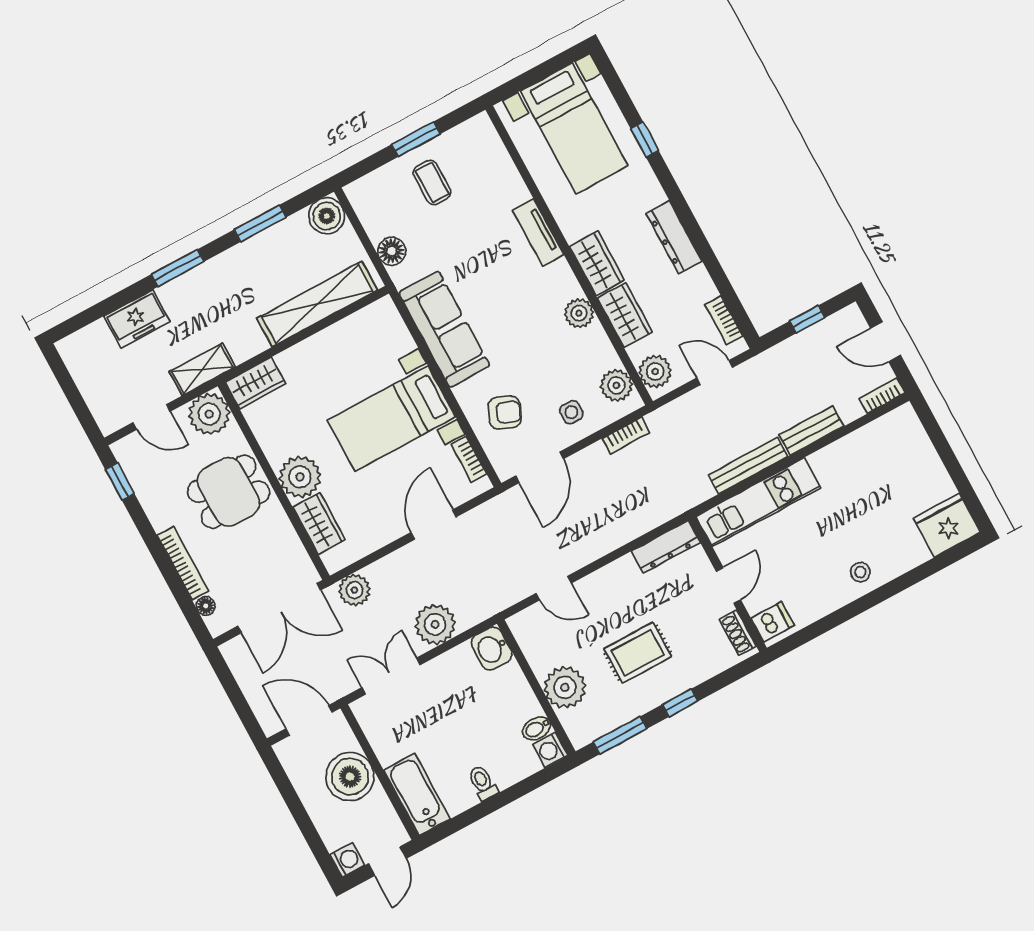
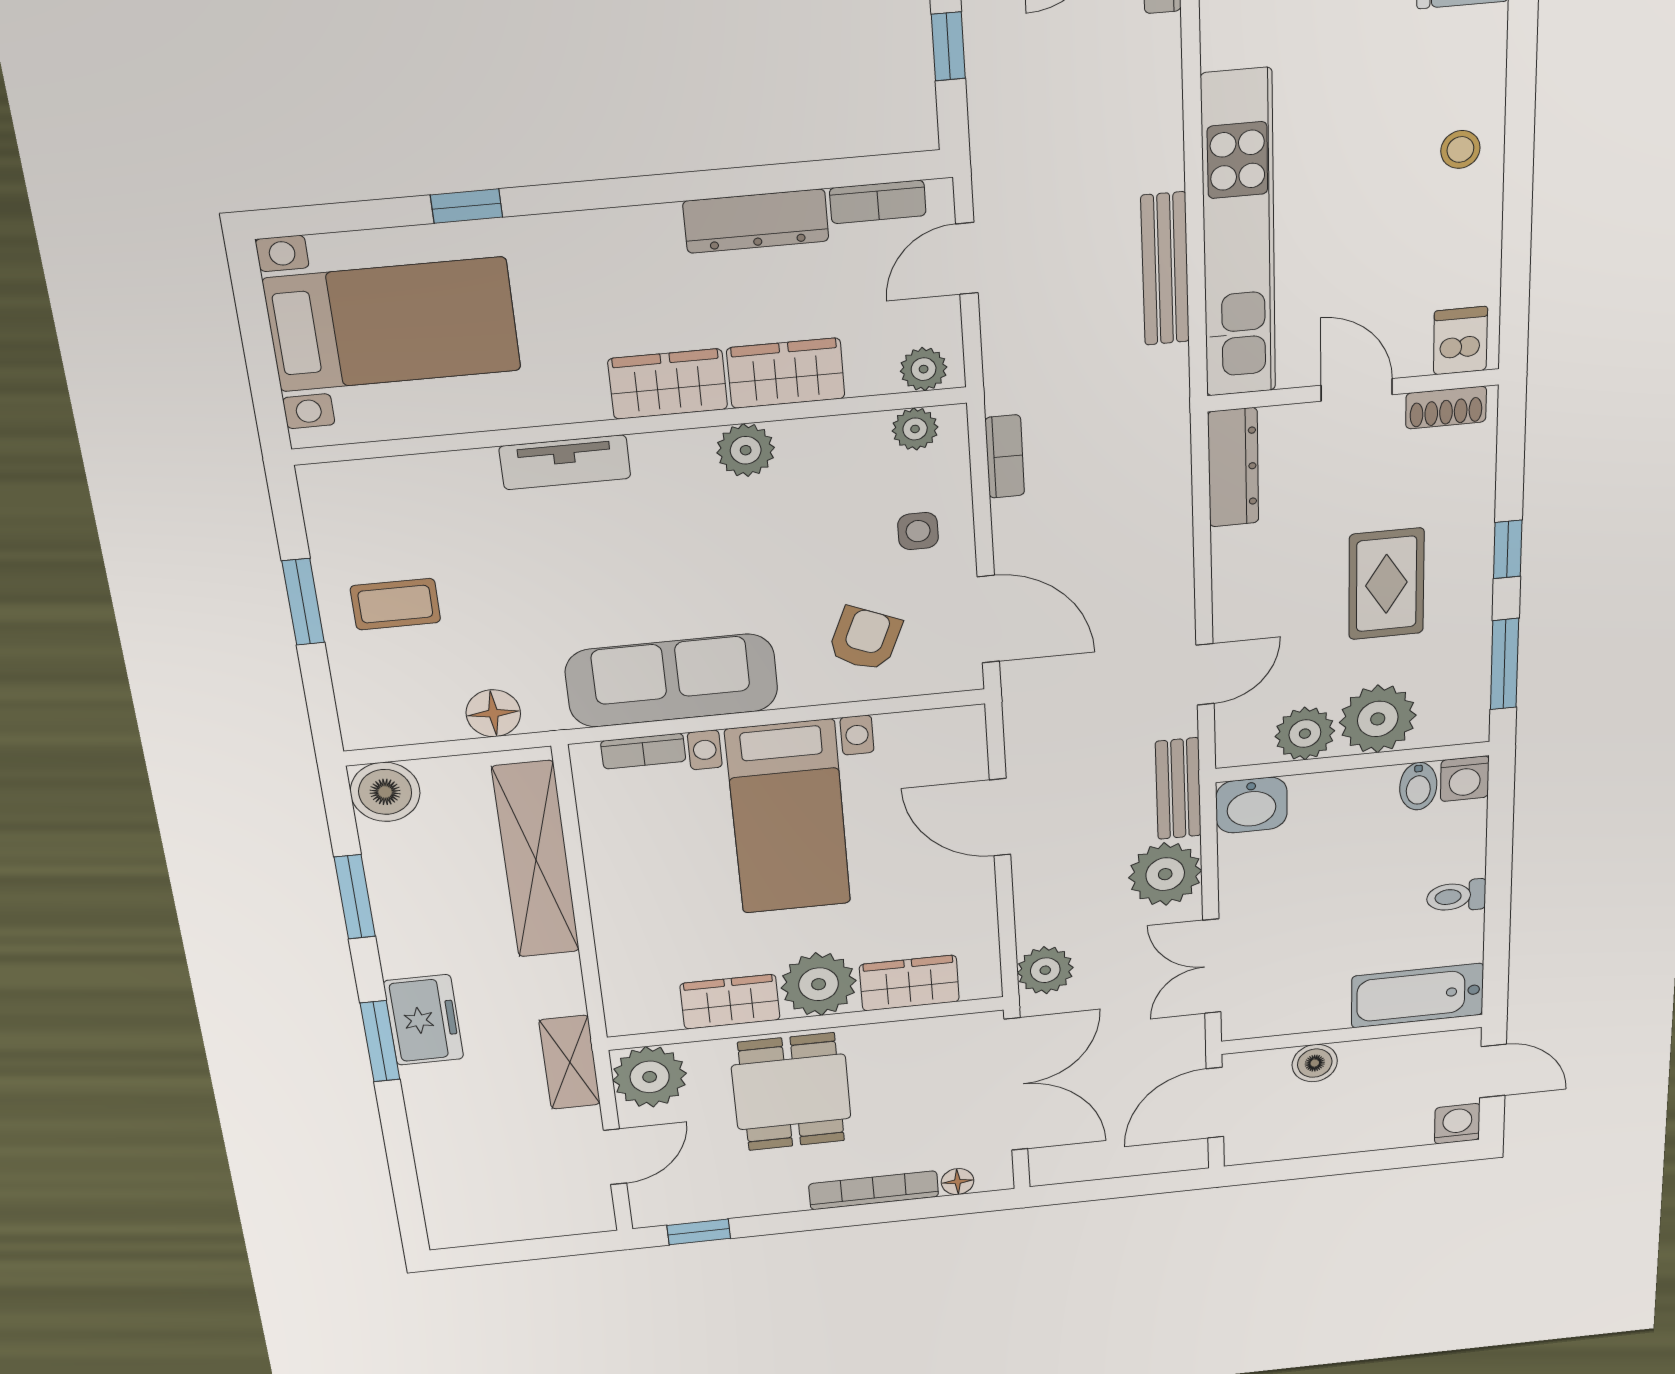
dresser: (674, 237) -> (756, 221), moved
freezer: (137, 319) -> (424, 1020), moved
plant: (655, 371) -> (924, 369), width x0.73, depth x0.73
wardrobe: (255, 383) -> (730, 1002), moved, turned -90
plant: (616, 385) -> (915, 429), width x0.73, depth x0.73
bench: (811, 431) -> (1178, 789), moved
bookcase: (469, 459) -> (643, 751), moved
kitchen unit: (758, 502) -> (1239, 235), width x1.36
plant: (542, 655) -> (1305, 734), added
boiler: (350, 777) -> (1315, 1063), width x0.54, depth x0.54

